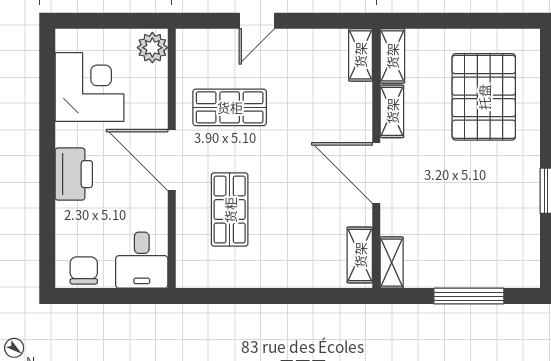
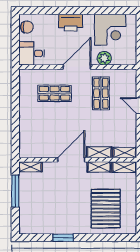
plant: (152, 48) -> (104, 58), moved
pallet: (484, 97) -> (106, 209), turned 90
shelving: (360, 255) -> (99, 152), moved
window: (469, 296) -> (15, 191), moved

